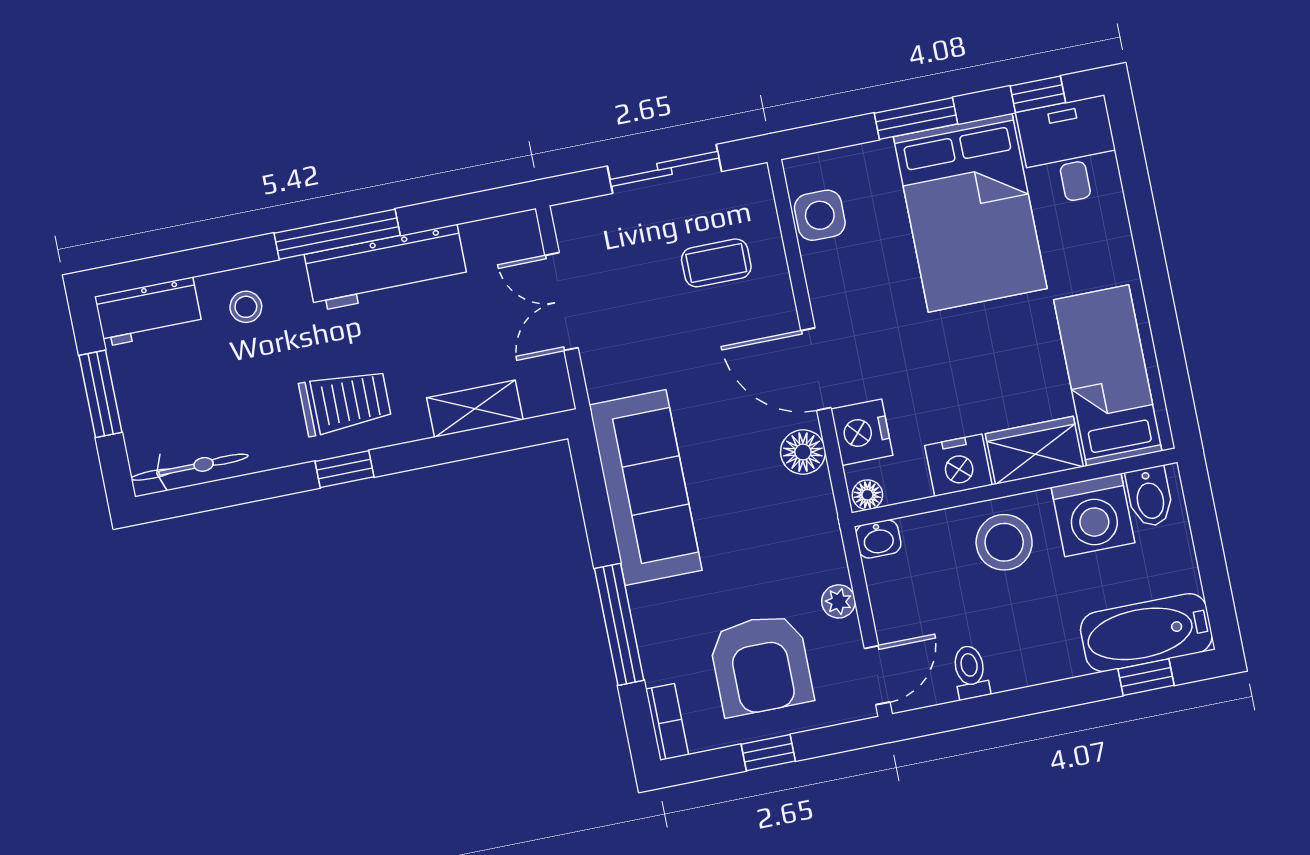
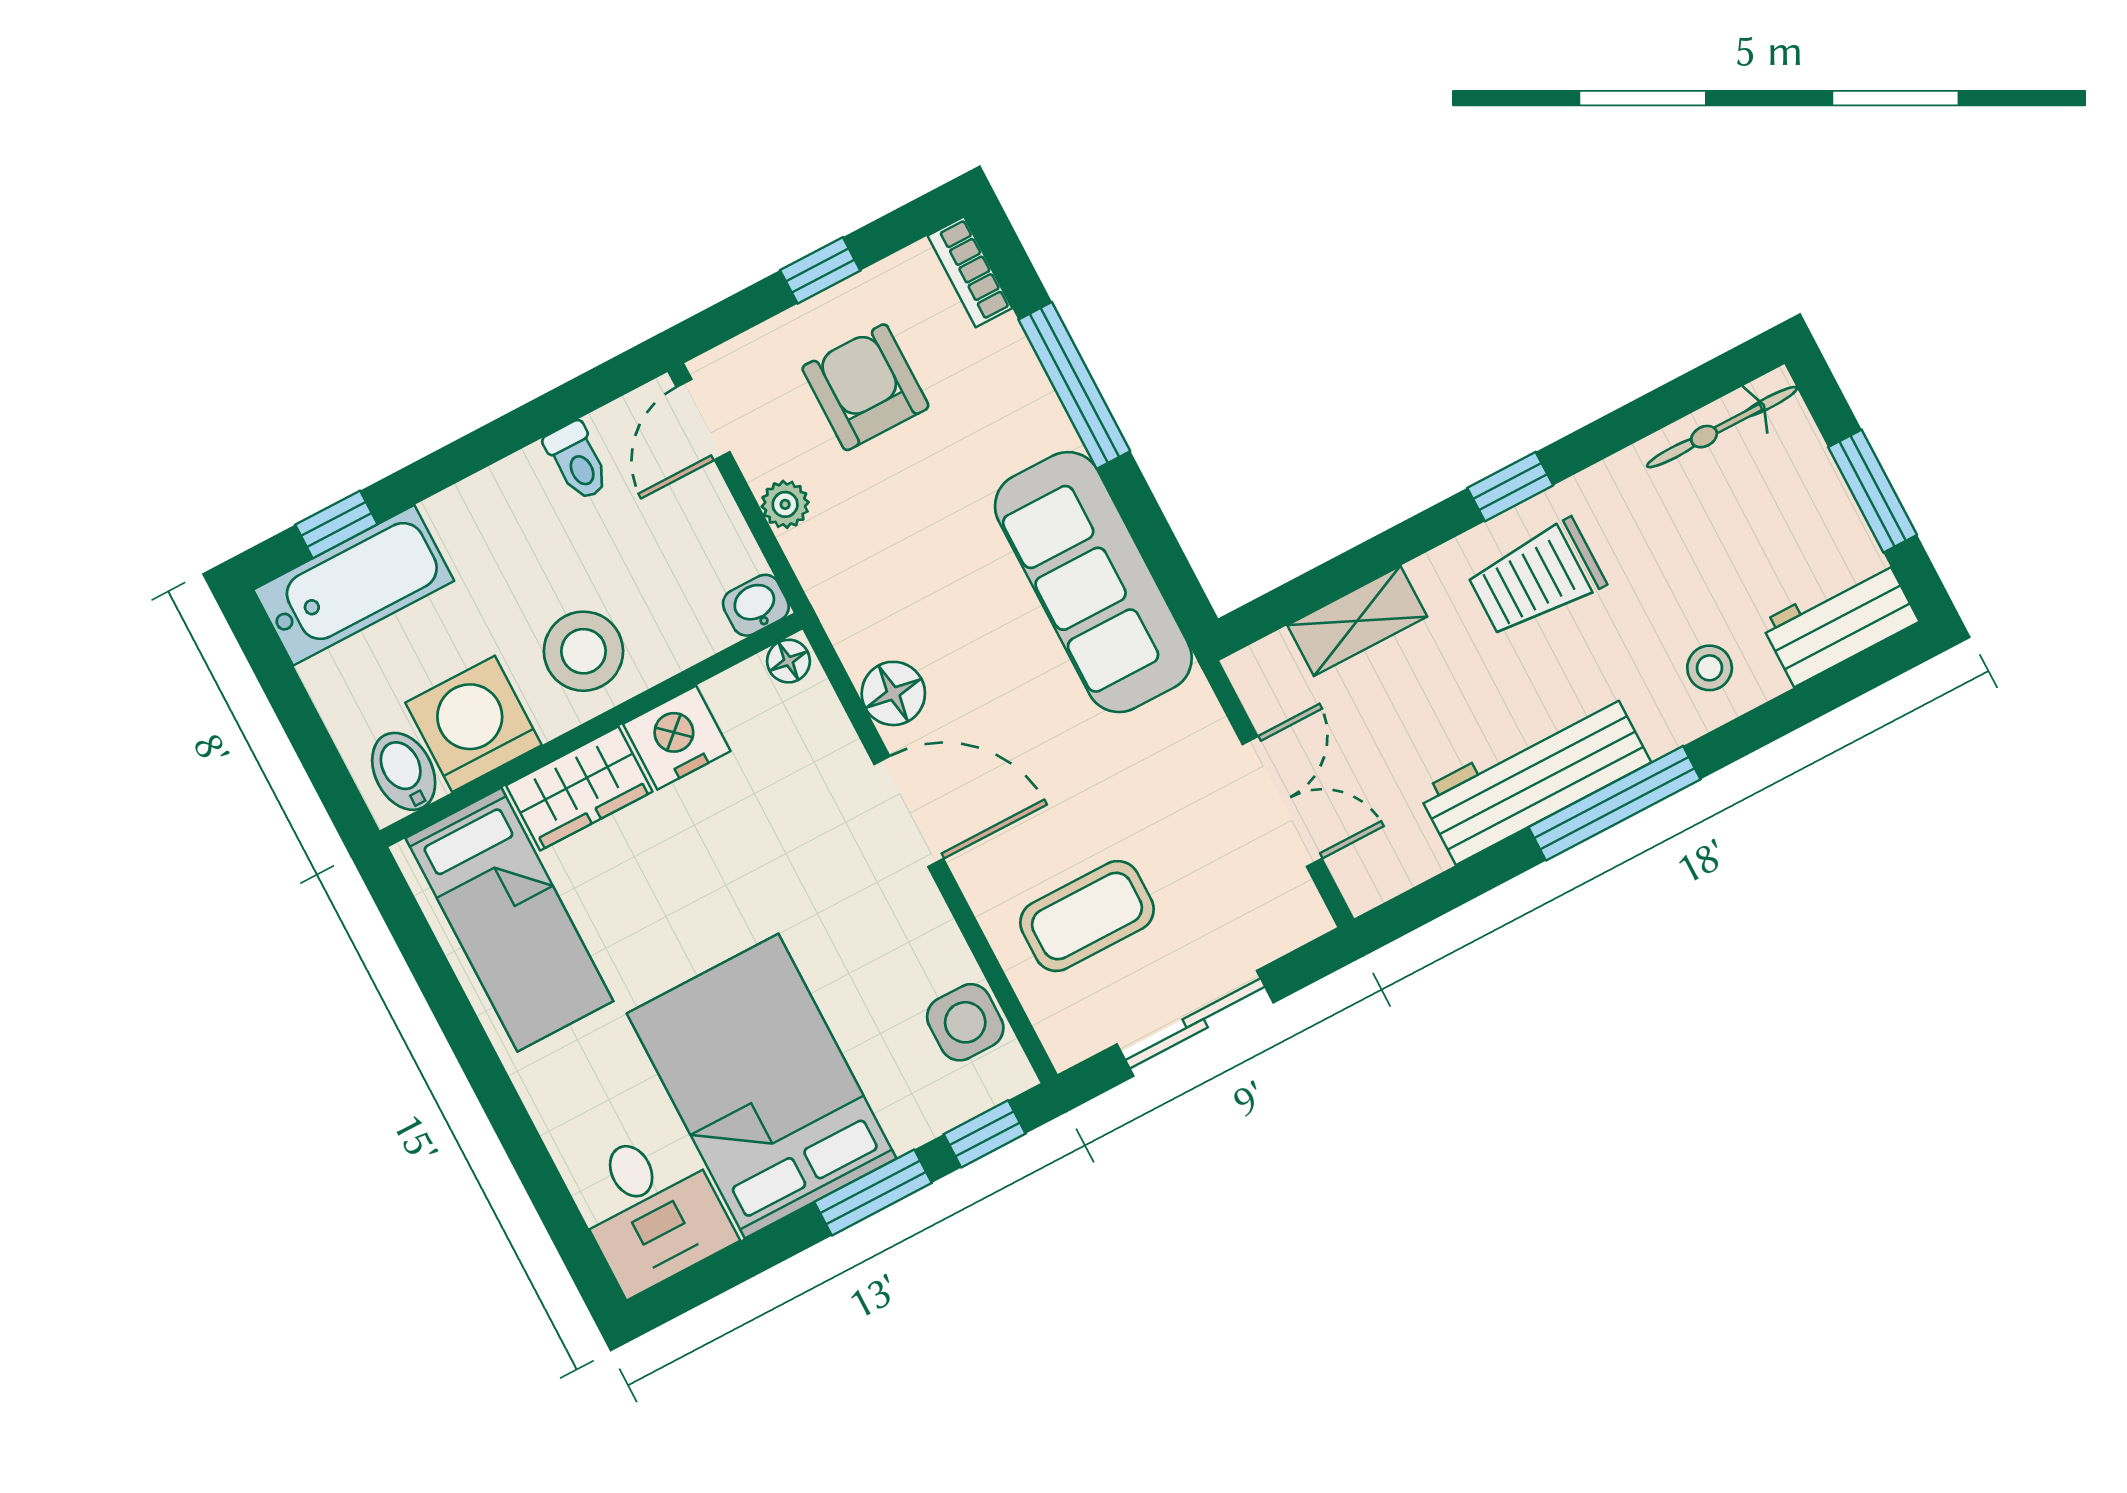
window: (1038, 94) -> (985, 1134), moved
coffee table: (716, 263) -> (1087, 916), width x1.36, depth x1.30
nightstand: (862, 432) -> (821, 744), removed
armchair: (761, 665) -> (865, 387), width x0.73, depth x0.73

